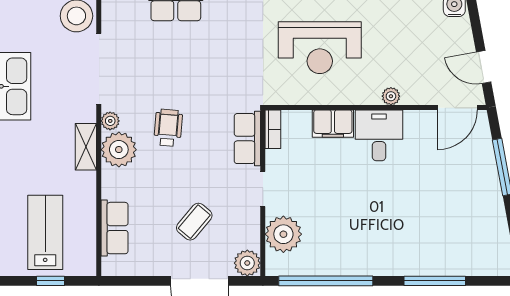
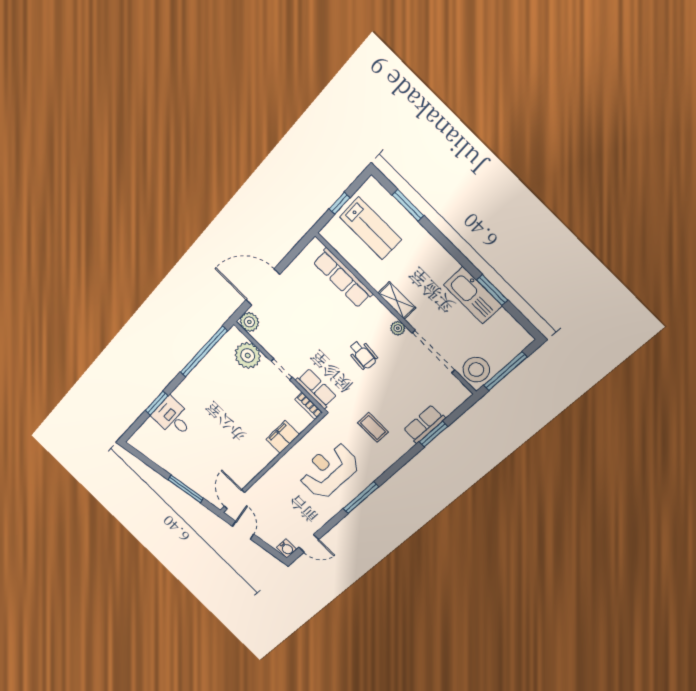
door: (484, 67) -> (243, 530), hinge flipped
plant: (391, 96) -> (270, 477), removed
desk: (379, 135) -> (173, 417), moved, turned 180
plant: (119, 150) -> (377, 317), removed
coffee table: (194, 222) -> (373, 427), moved, turned -40
row of seats: (115, 228) -> (343, 278), width x1.48
window: (435, 281) -> (157, 403), width x0.69

